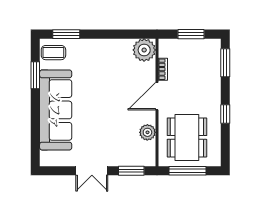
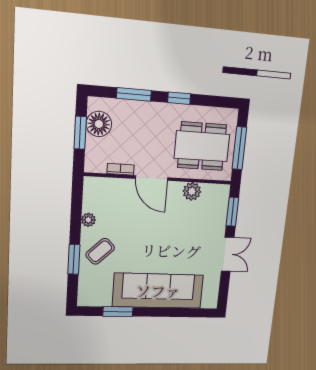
window: (66, 34) -> (74, 259), moved
floor lamp: (199, 49) -> (99, 124), added
plant: (144, 50) -> (88, 220), moved, width x0.53, depth x0.53
coffee table: (53, 53) -> (100, 251), moved, turned 46
window: (225, 63) -> (134, 94), moved

